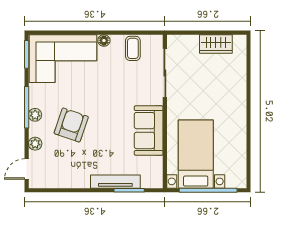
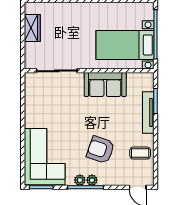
floor lamp: (104, 41) -> (29, 122), removed
coffee table: (133, 48) -> (140, 153), moved
plant: (35, 144) -> (80, 180), moved

